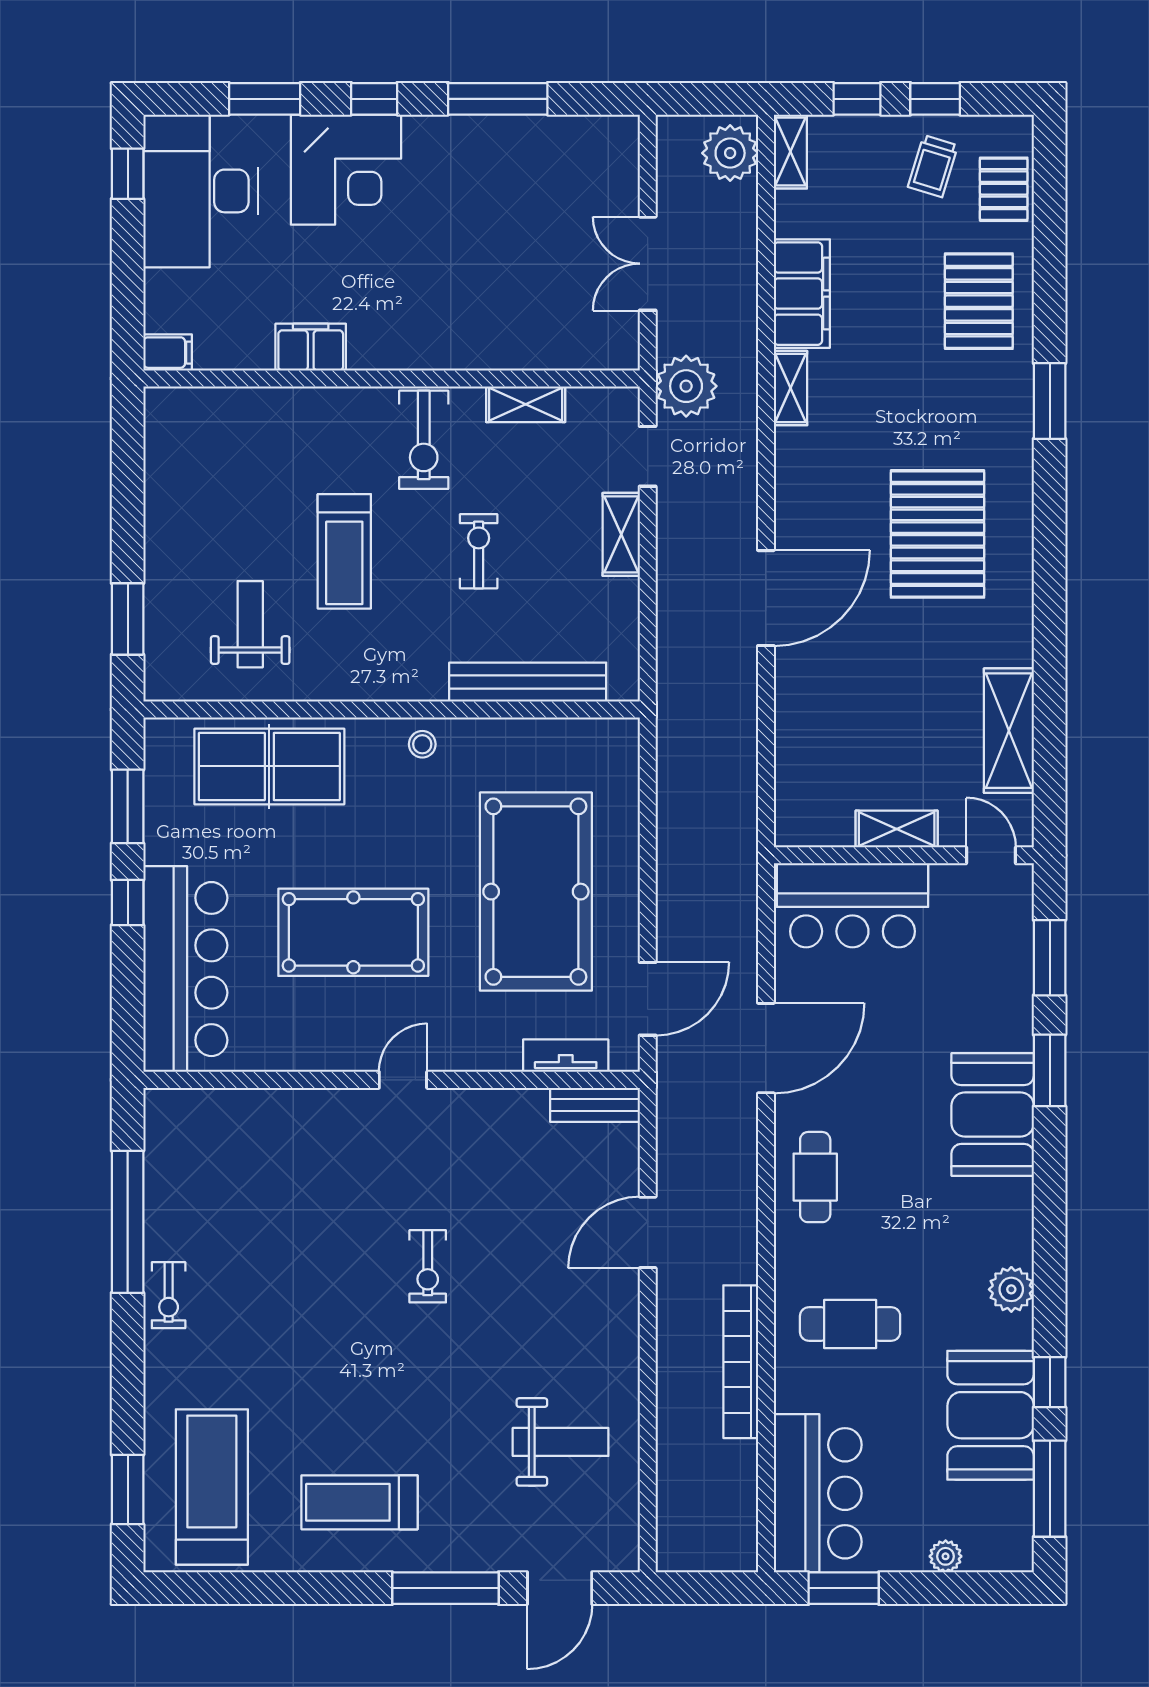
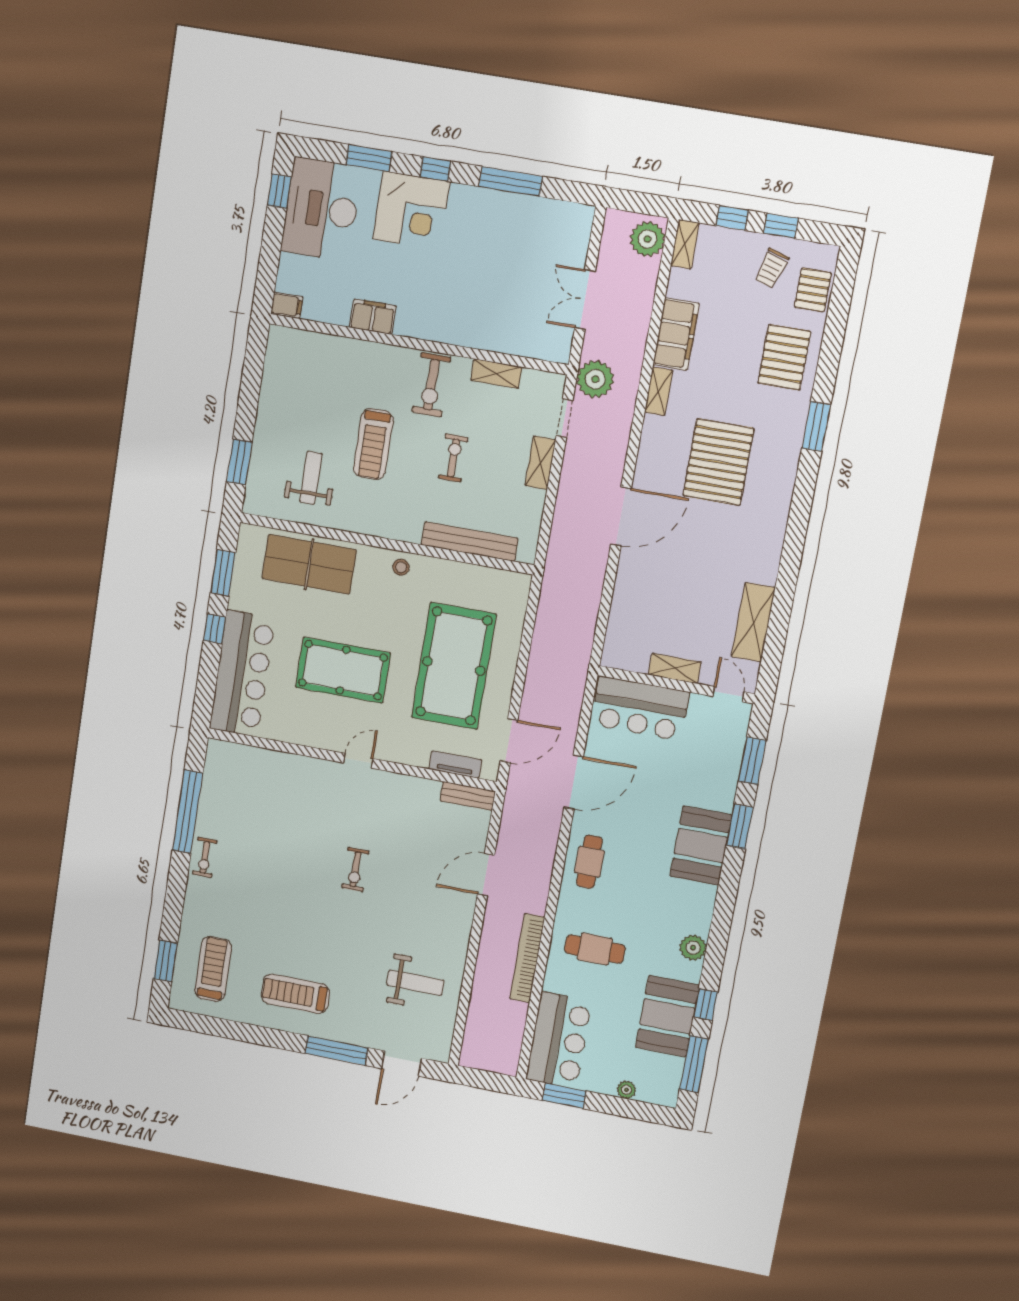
pallet: (938, 534) -> (718, 462), moved
treadmill: (212, 1487) -> (213, 969), width x0.73, depth x0.73

